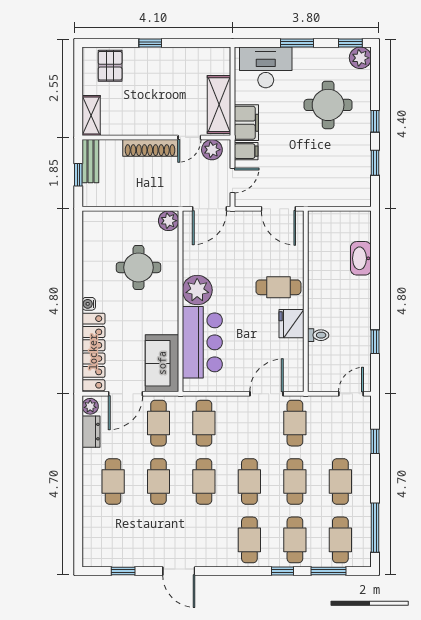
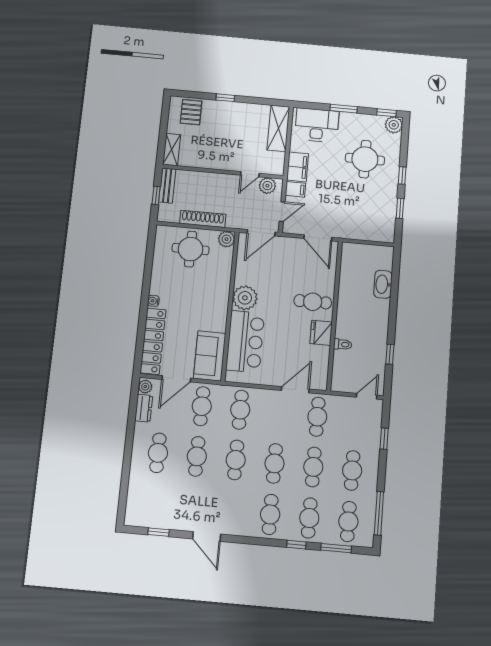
shelving: (219, 105) -> (278, 128), moved
shoe rack: (150, 148) -> (203, 219), moved, turned 180
round table: (138, 267) -> (191, 249), moved

